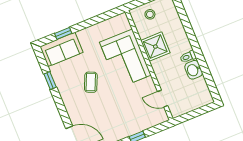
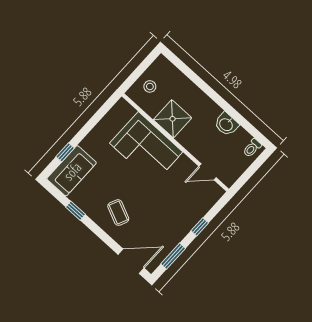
toilet: (188, 57) -> (252, 148), moved
coffee table: (91, 82) -> (118, 213), moved

